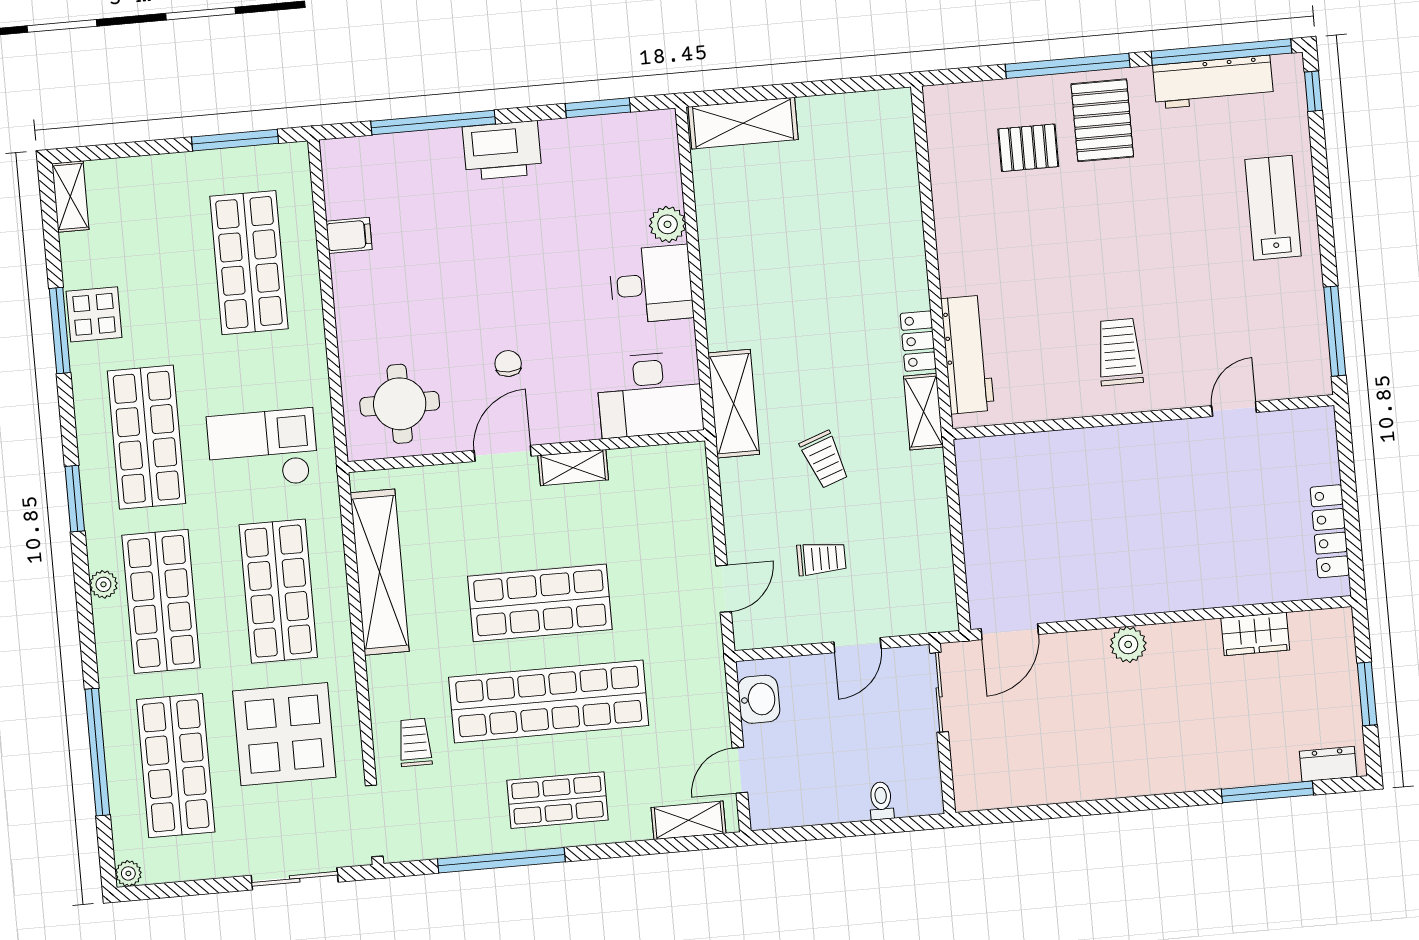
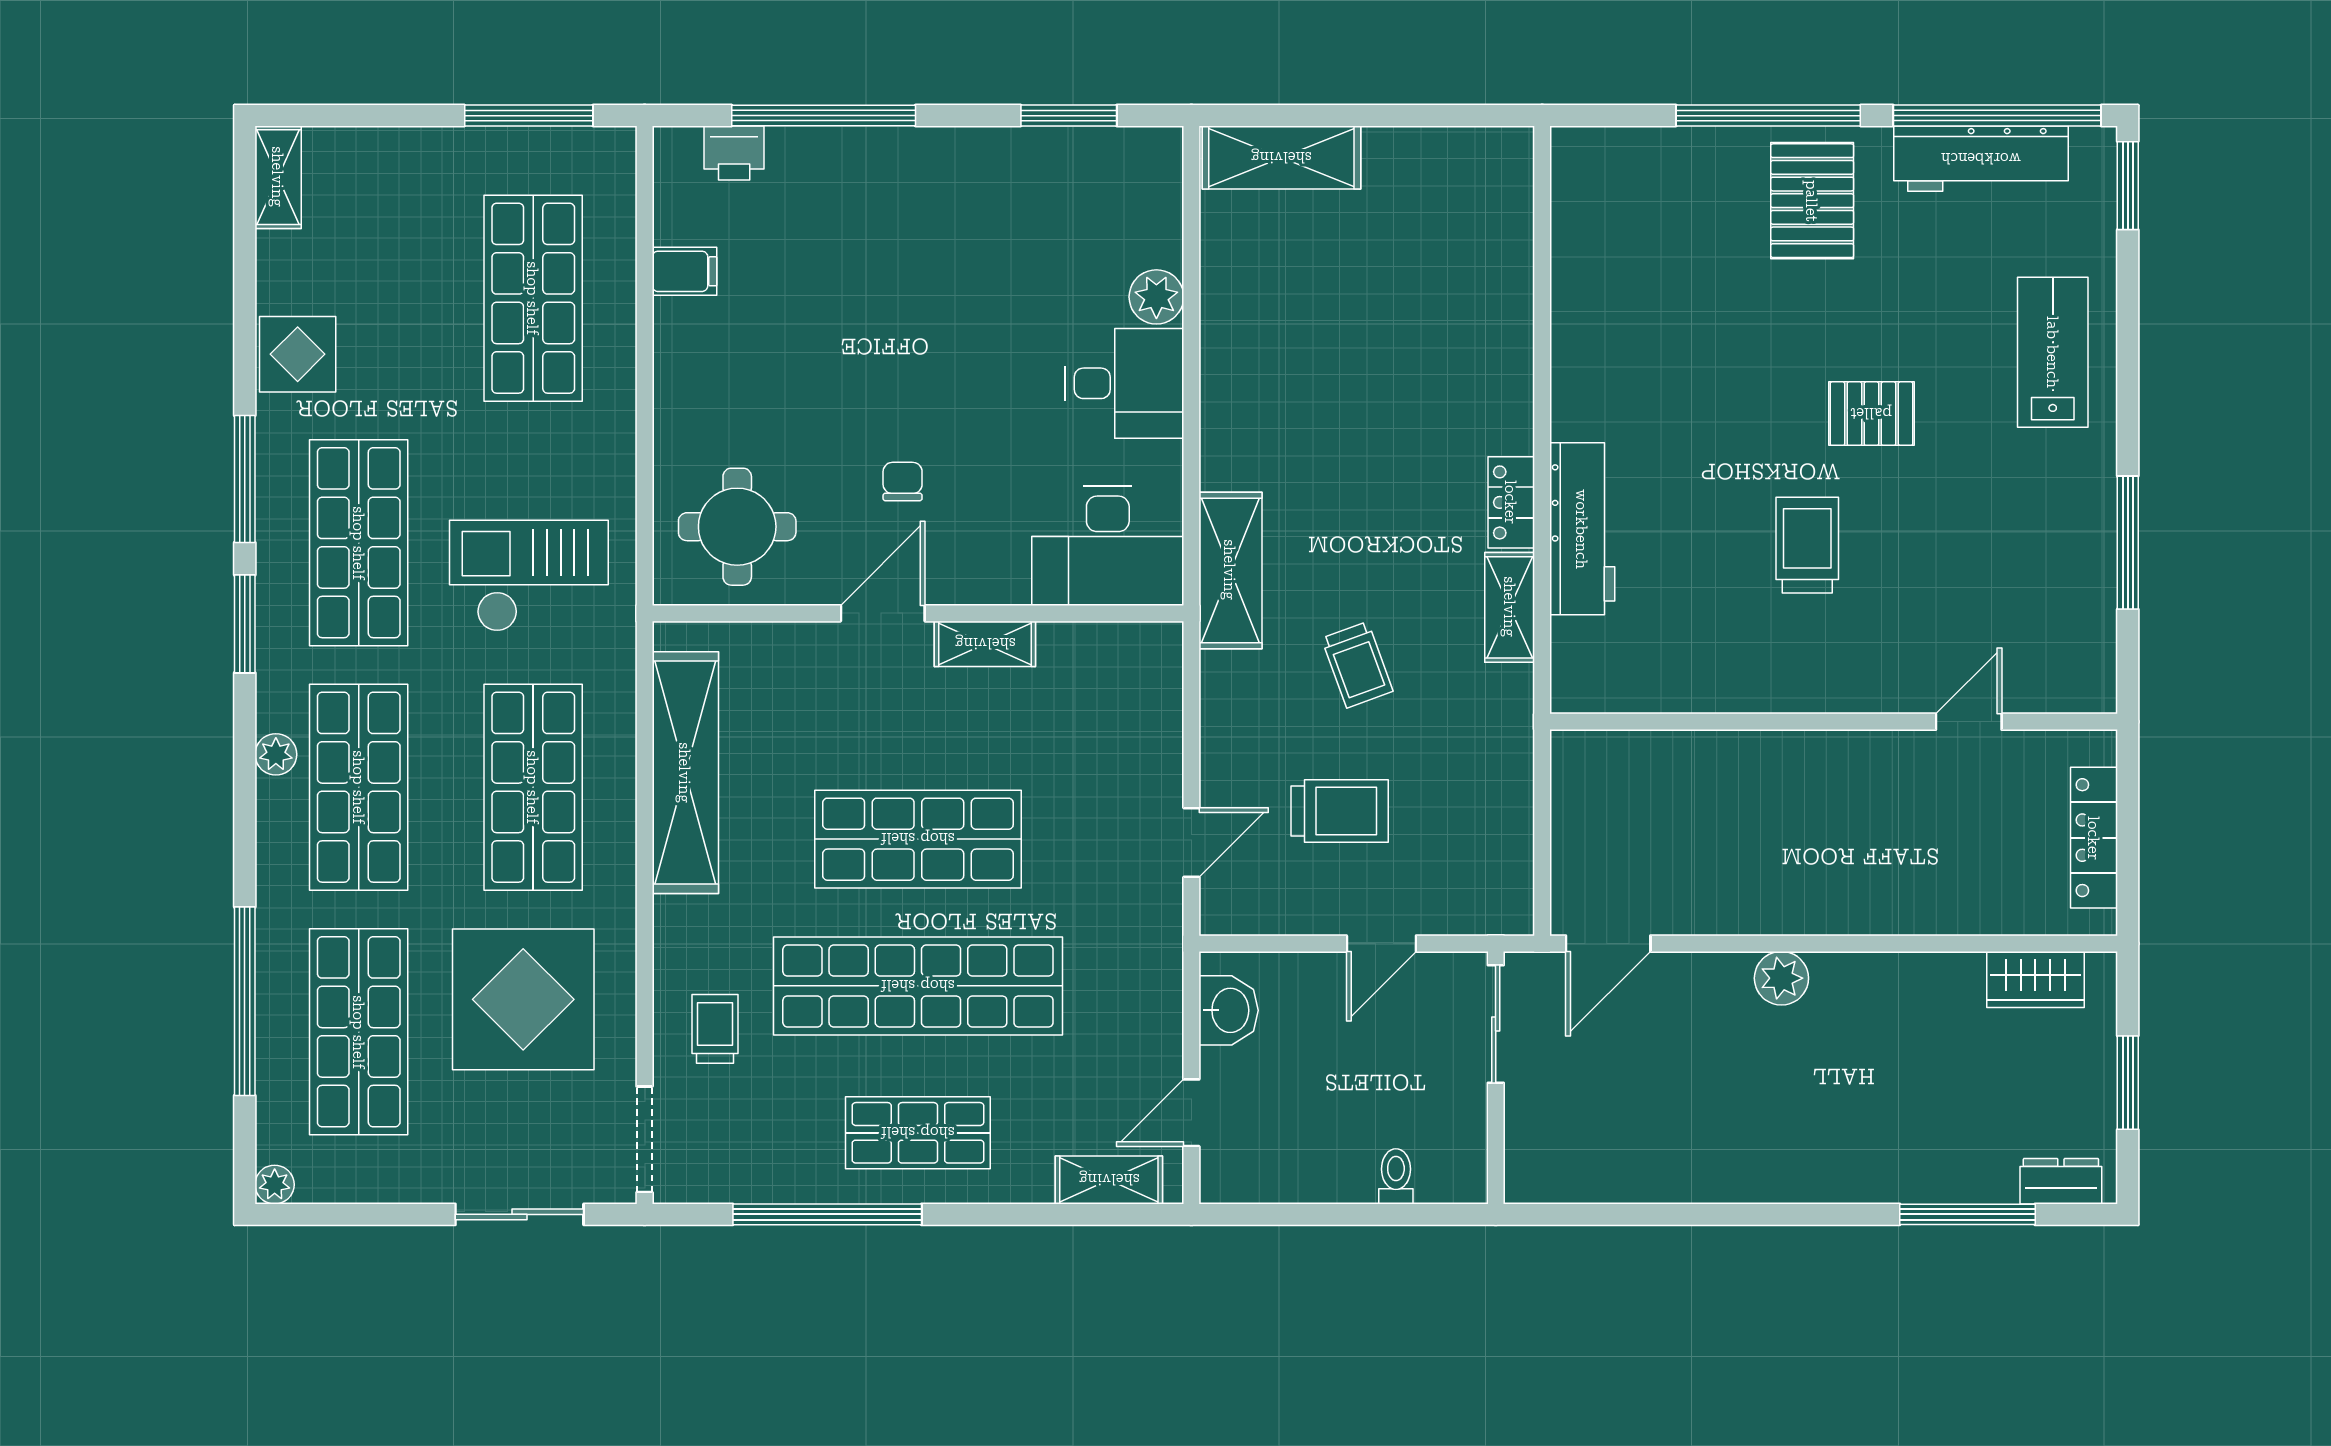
window: (1313, 91) -> (2128, 186), width x1.50
pallet: (1028, 148) -> (1871, 414), moved
printer: (502, 150) -> (734, 153), moved, width x0.53, depth x0.68
window: (60, 331) -> (245, 479), moved
door: (1234, 409) -> (1969, 722), moved
wall: (1143, 417) -> (1834, 722), moved
trolley: (821, 559) -> (1340, 811), width x1.36, depth x1.39
wardrobe: (1255, 634) -> (2035, 979), moved

